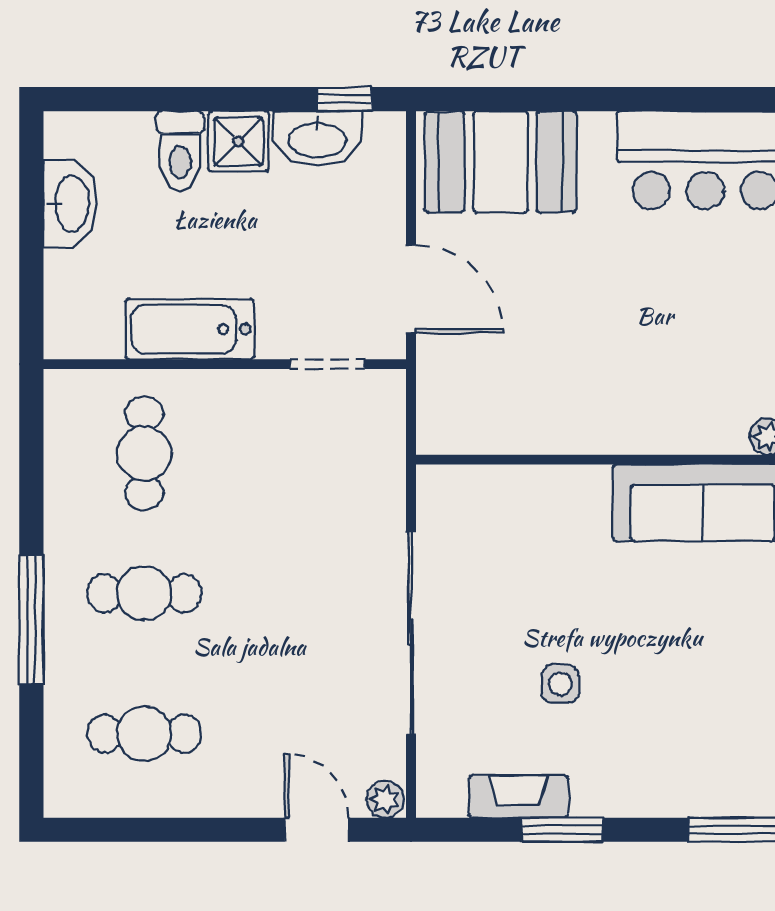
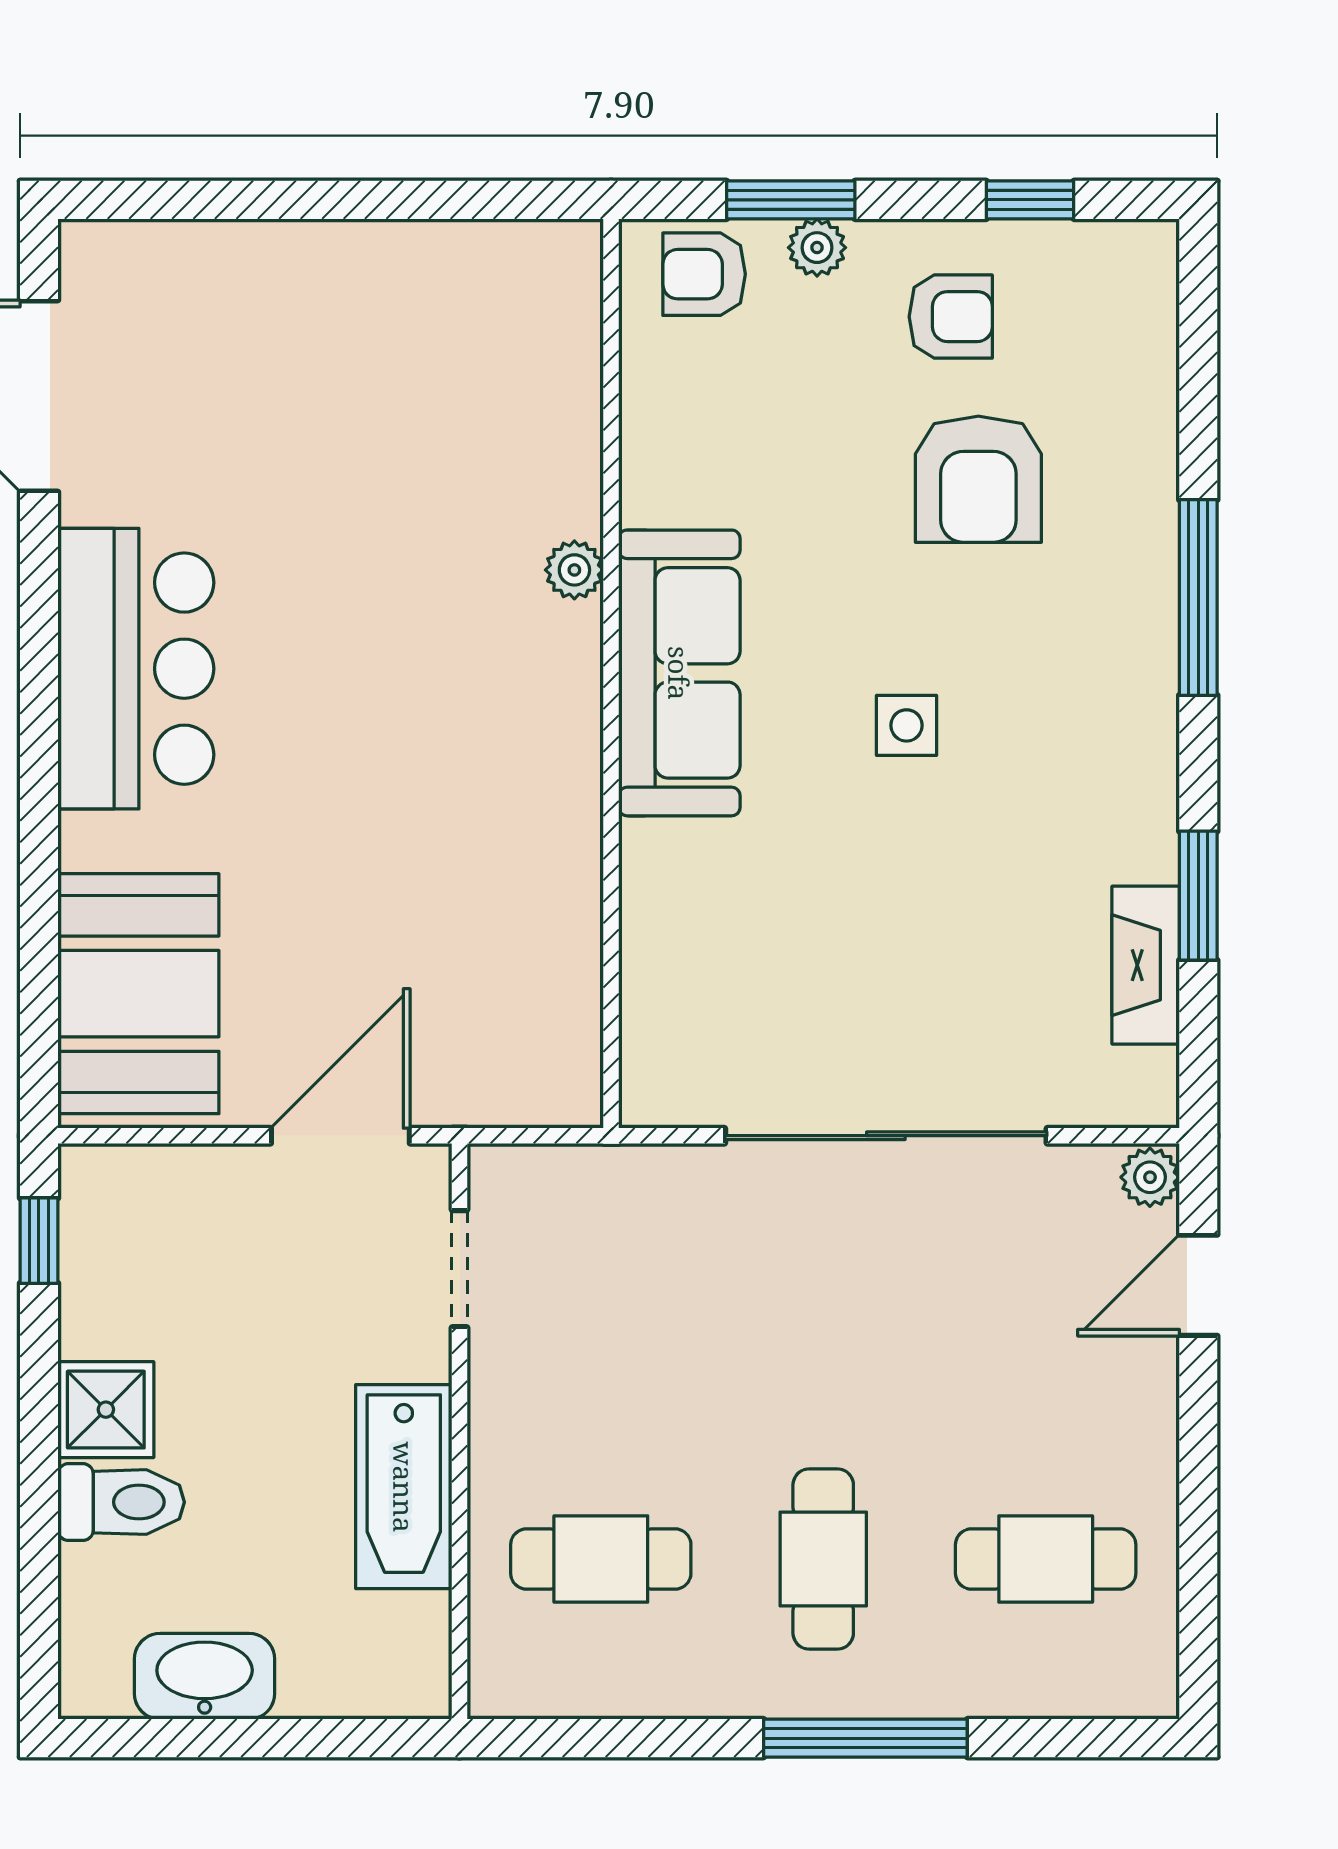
washbasin: (317, 139) -> (102, 1284), removed
side table: (560, 684) -> (907, 725), moved
cafe table: (144, 734) -> (1046, 1559), turned 90

